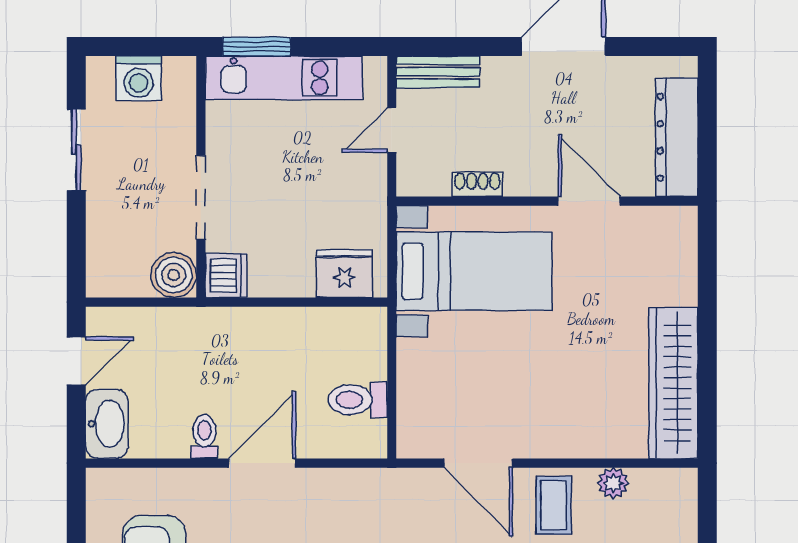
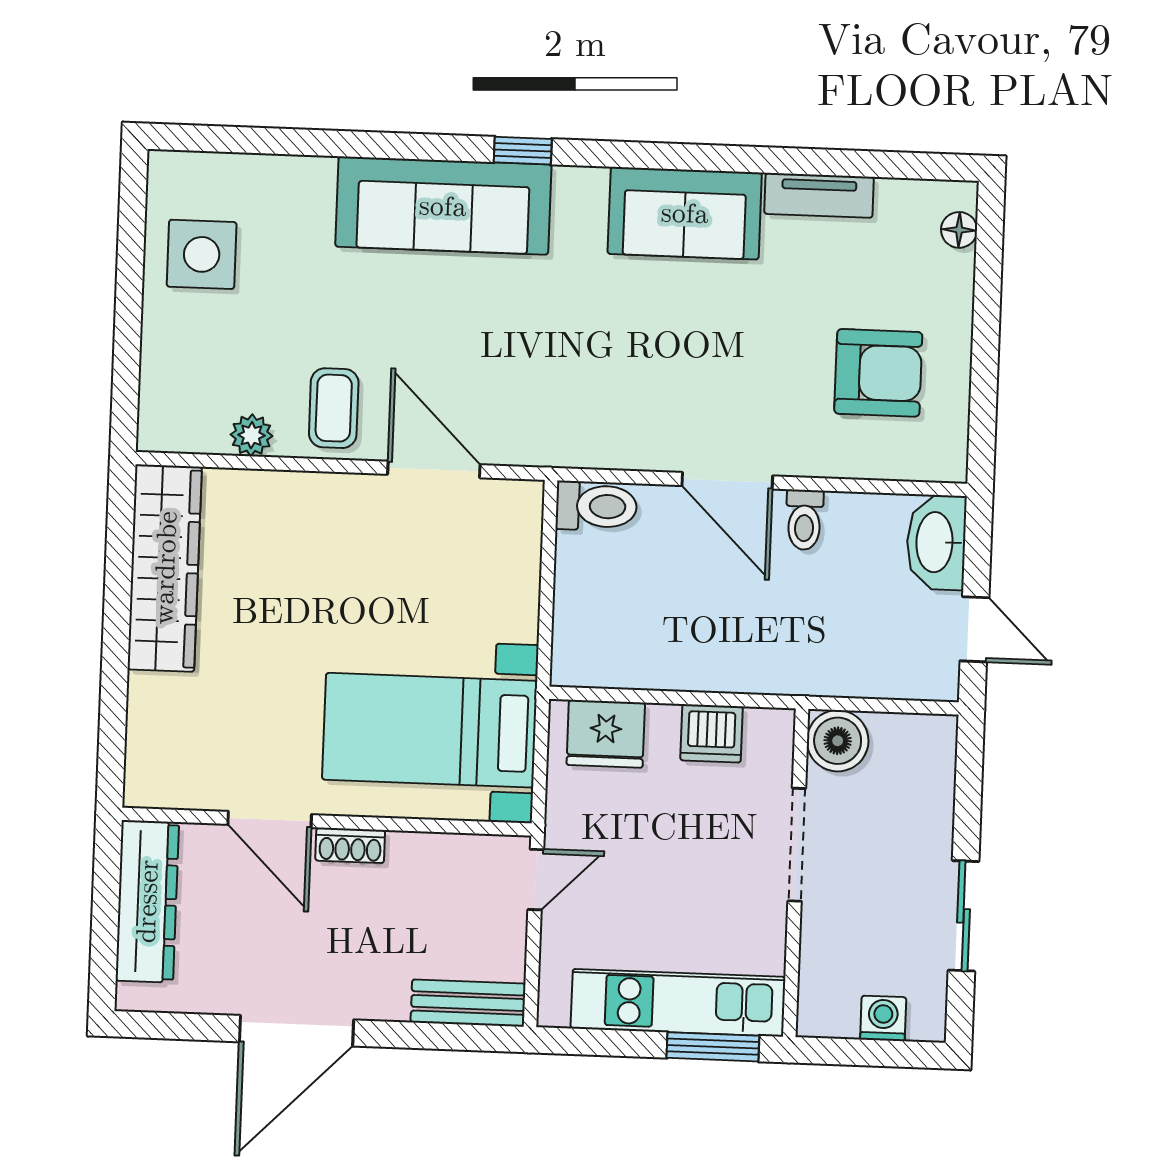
washing machine: (139, 78) -> (883, 1018), width x0.73, depth x0.73
door: (392, 130) -> (536, 880), moved
shoe rack: (477, 184) -> (350, 845), moved
dishwasher: (226, 275) -> (712, 733), moved, turned -90
door: (76, 361) -> (975, 629), swing flipped
toilet: (358, 400) -> (596, 506), moved
door: (262, 463) -> (727, 481), hinge flipped

